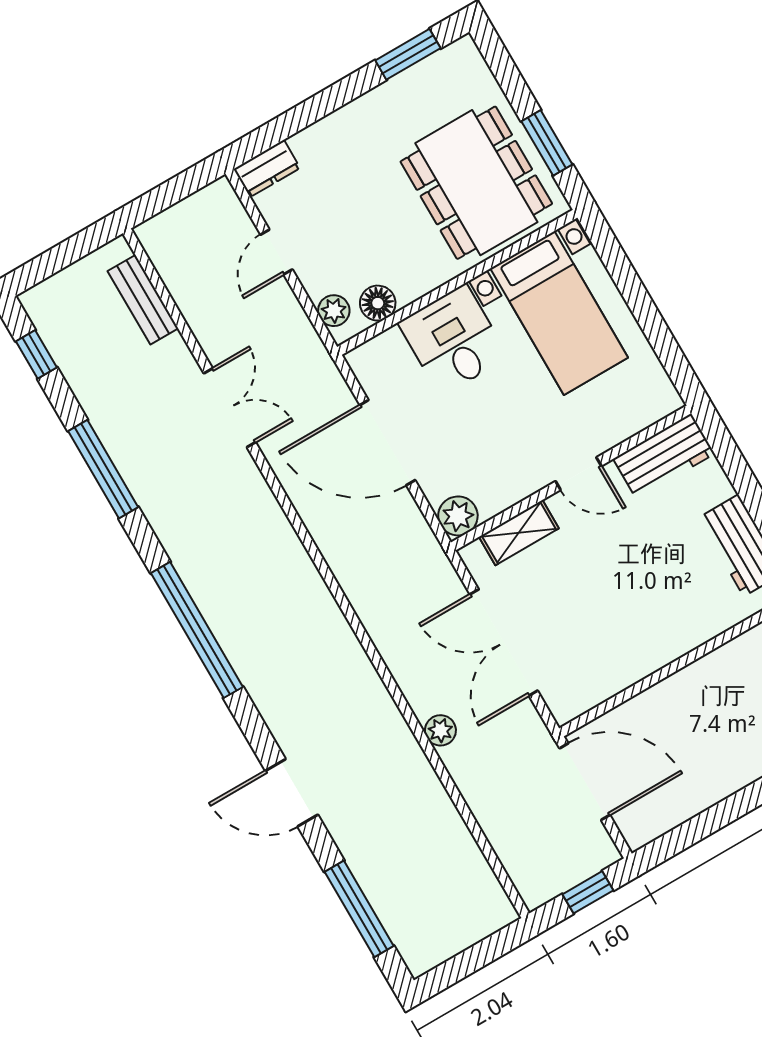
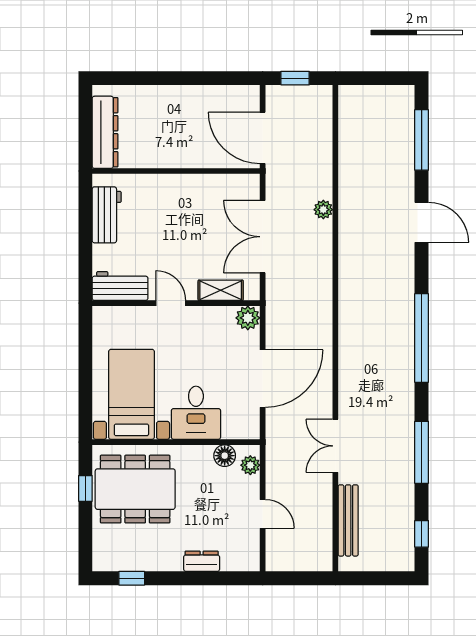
window: (408, 54) -> (132, 578), width x0.67
window: (547, 143) -> (85, 488), width x0.67
dresser: (267, 168) -> (202, 561), moved
dining table: (476, 183) -> (135, 489), turned 90
door: (277, 252) -> (263, 514), hinge flipped
bench: (143, 300) -> (348, 520), width x1.36
door: (387, 443) -> (263, 379), hinge flipped
double door: (504, 643) -> (263, 237), swing flipped

